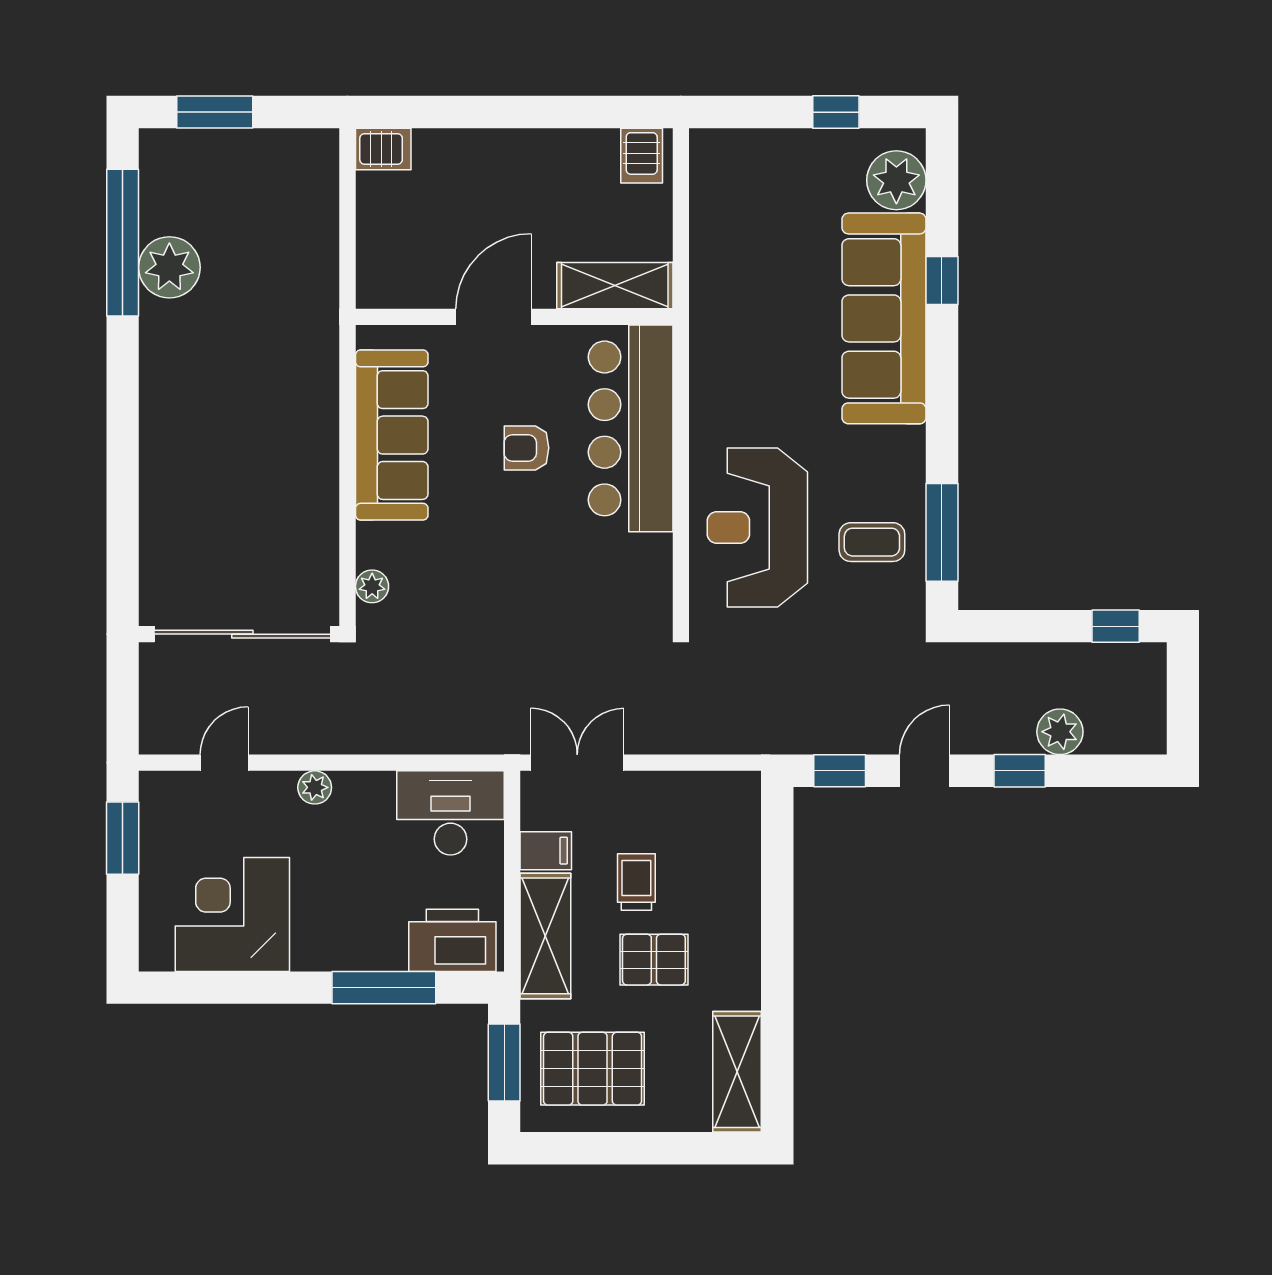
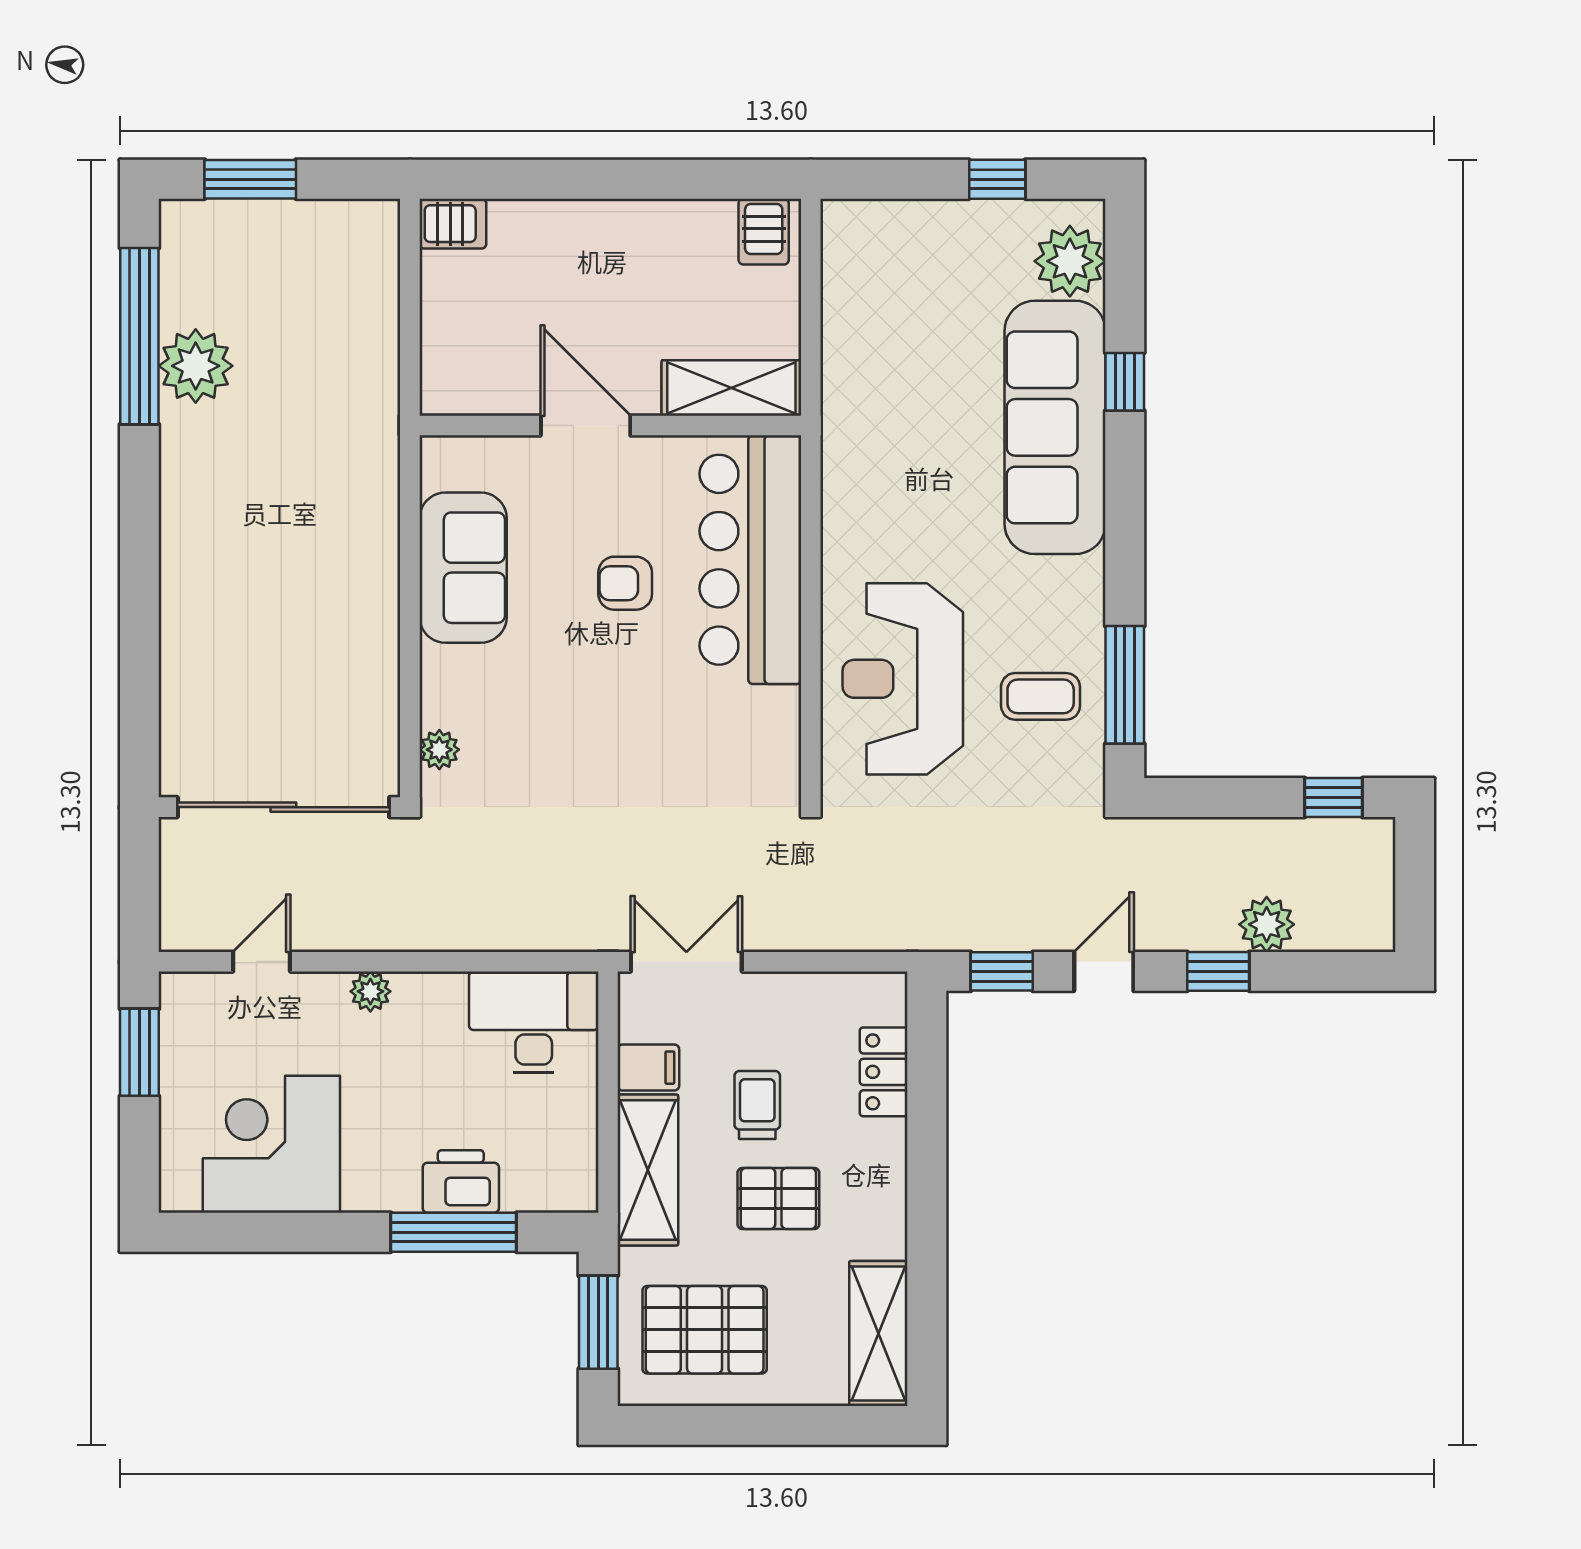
door: (494, 317) -> (586, 426), hinge flipped
sofa: (392, 435) -> (463, 568), width x0.73
locker: (741, 854) -> (884, 1072), added
printer: (452, 940) -> (461, 1181), moved, width x0.73, depth x0.84

